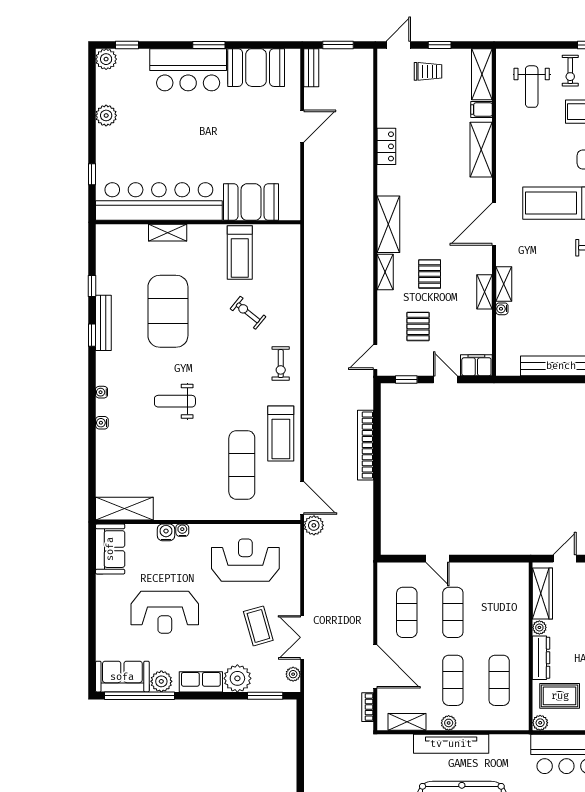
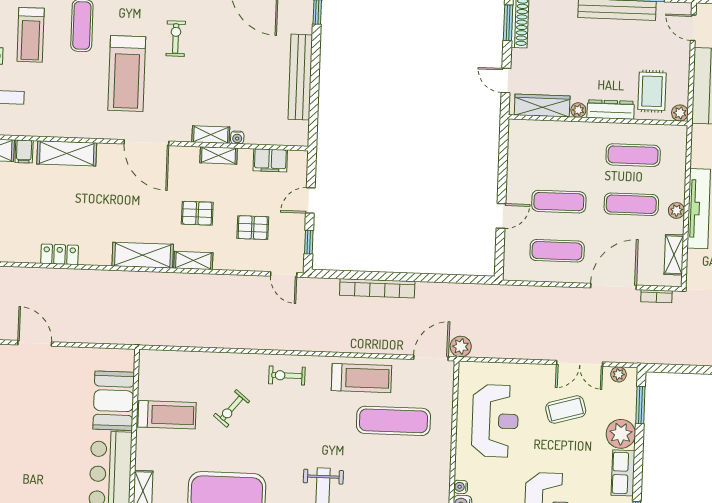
exercise bike: (281, 364) -> (287, 375), turned 180
filing cabinet: (476, 365) -> (270, 160), moved, turned -90
reception desk: (245, 560) -> (495, 421), turned 180

